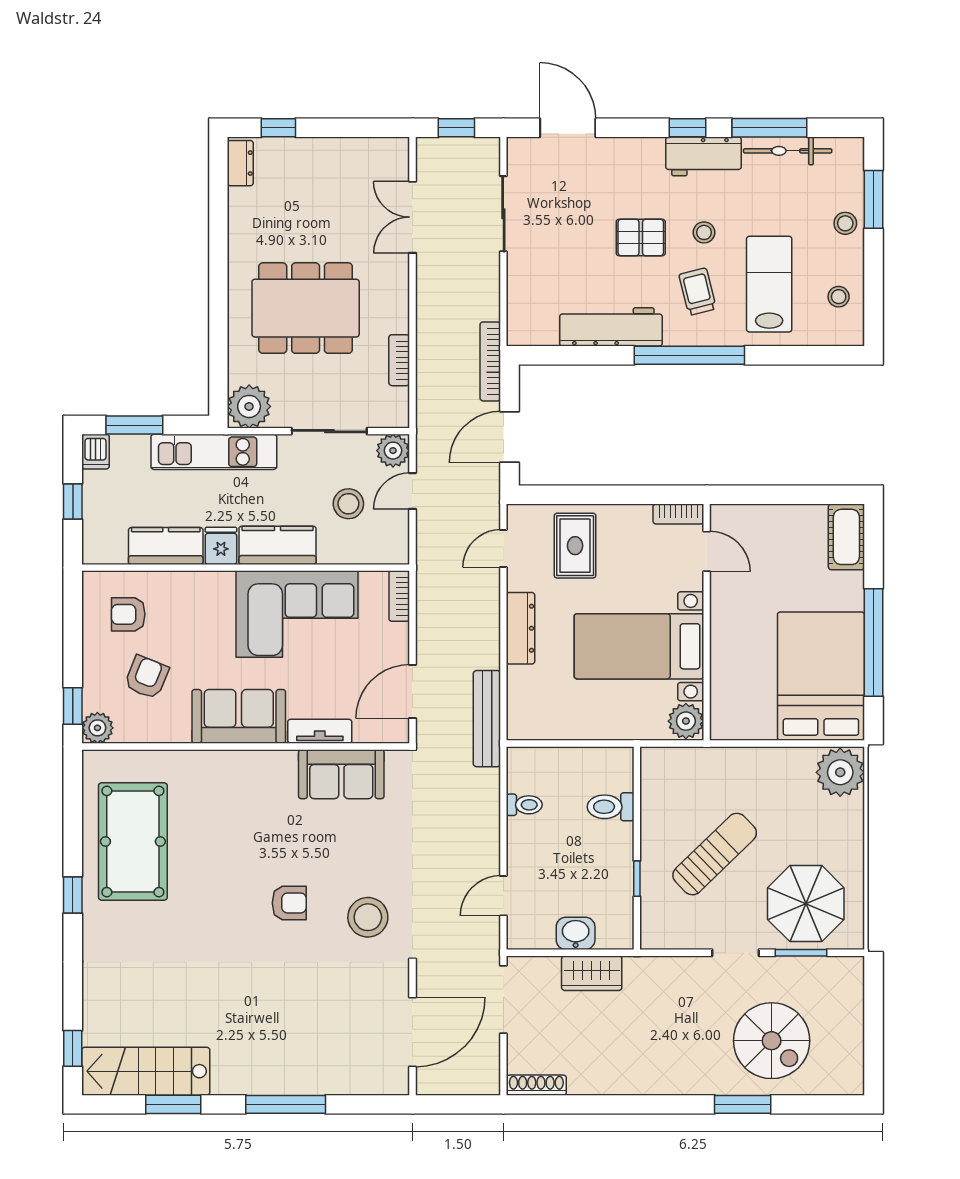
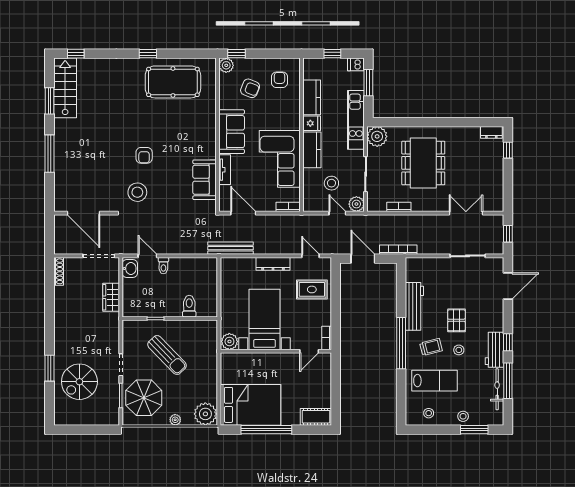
toilet: (524, 805) -> (163, 266), moved
plant: (853, 837) -> (175, 420), added
washbasin: (576, 933) -> (130, 269), moved

